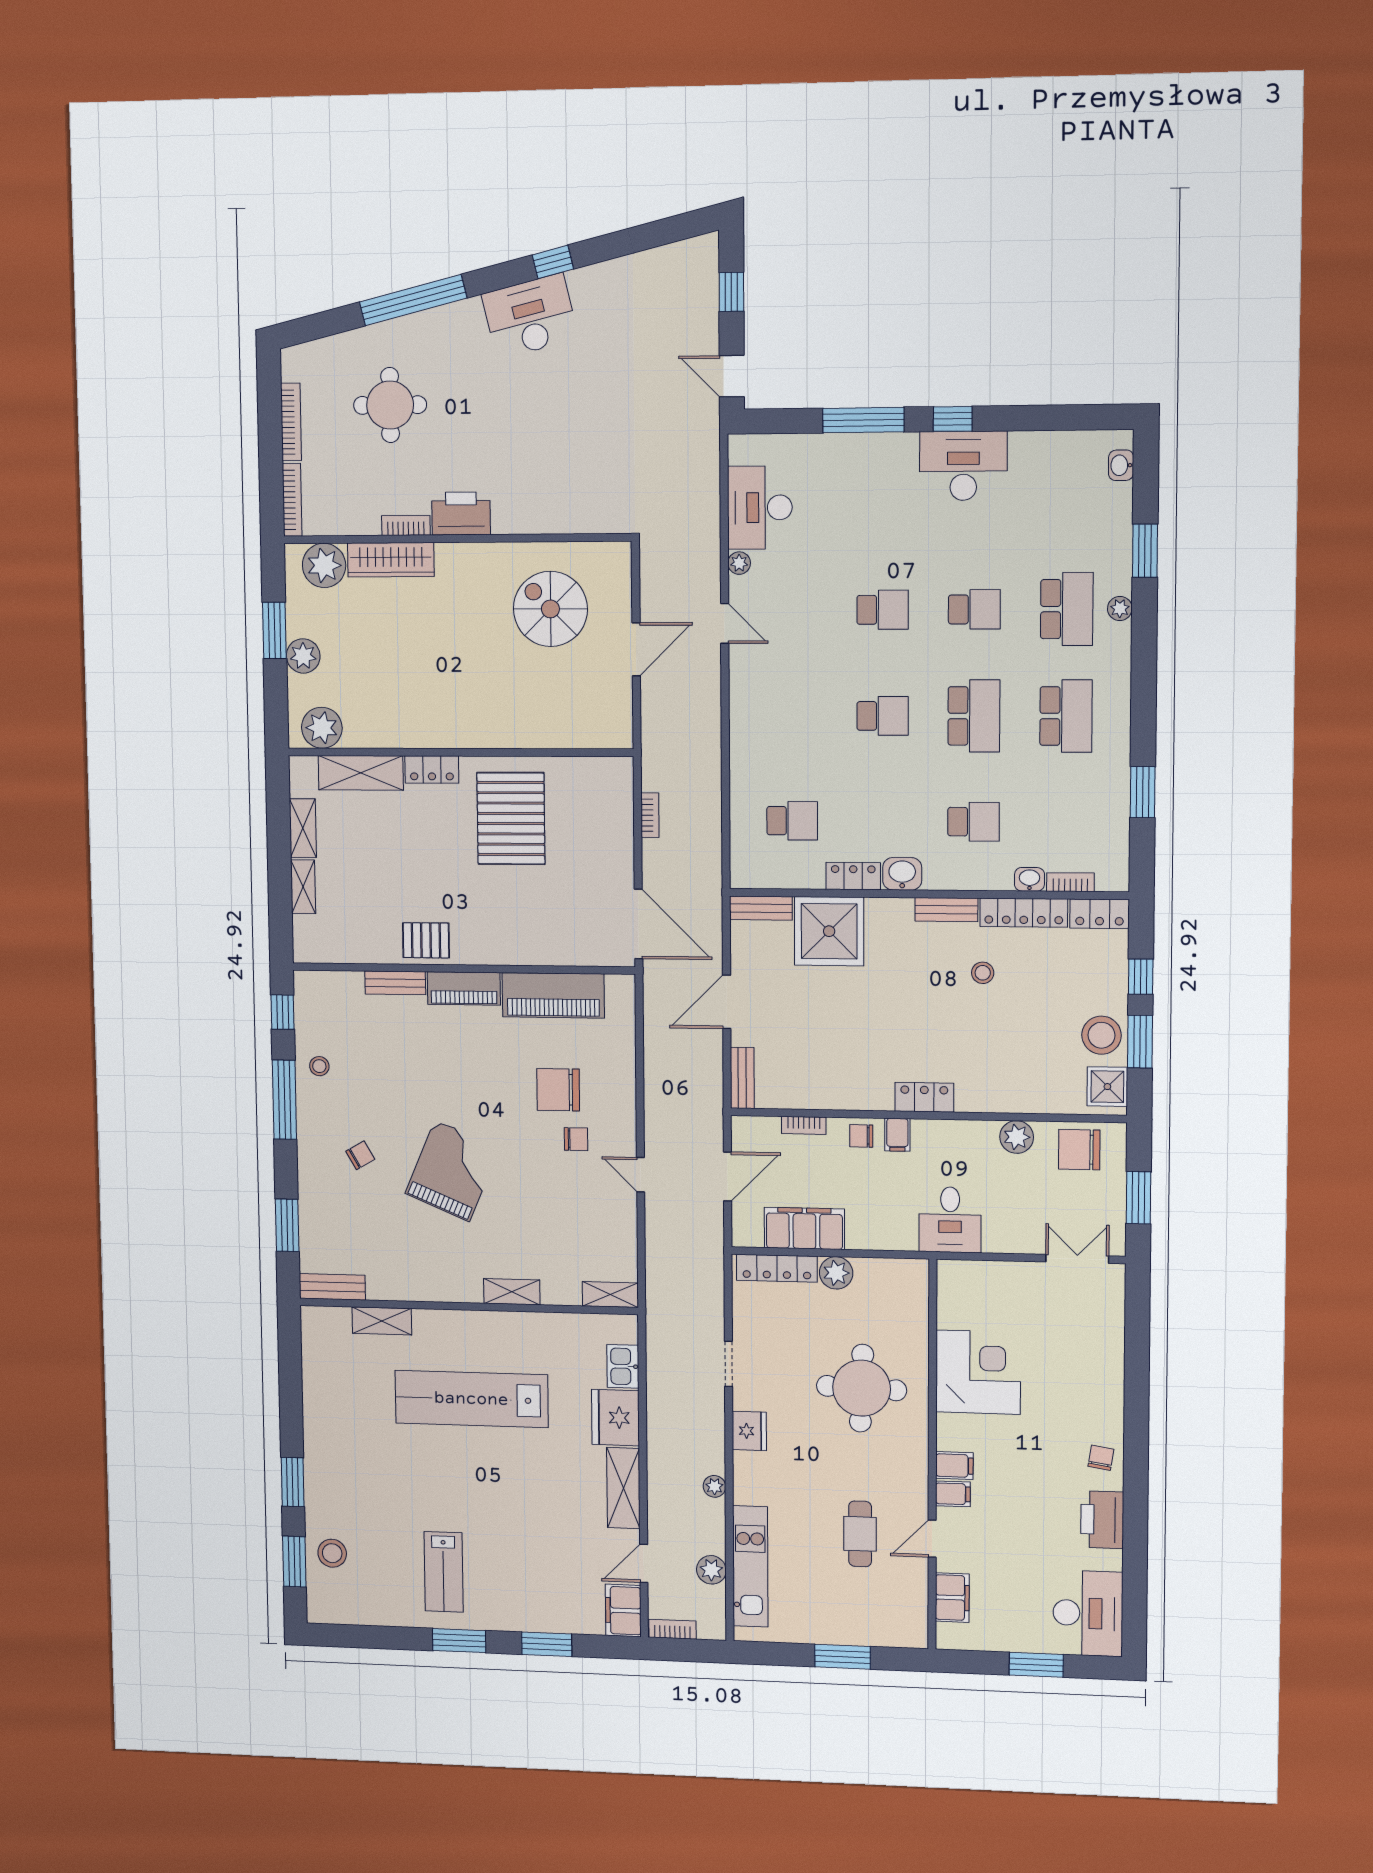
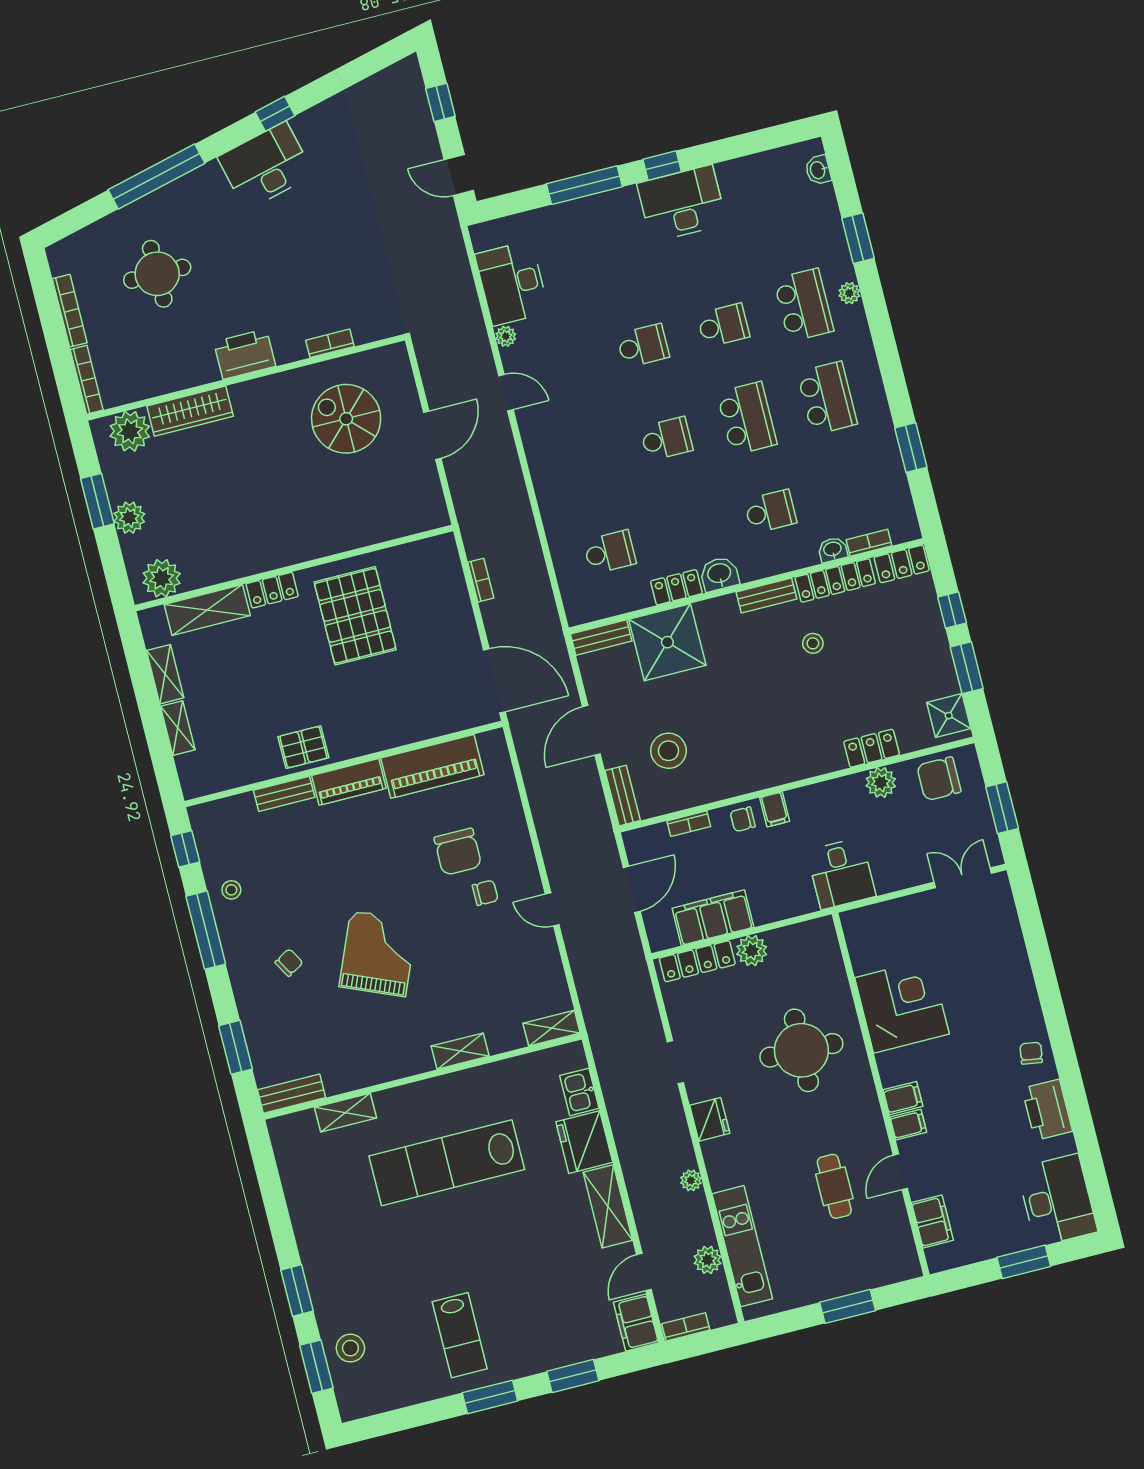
bookcase: (406, 525) -> (330, 343), moved
stool: (1102, 1035) -> (668, 751), moved
chair: (558, 1090) -> (458, 852), turned -90
locker: (924, 1097) -> (872, 748), moved

